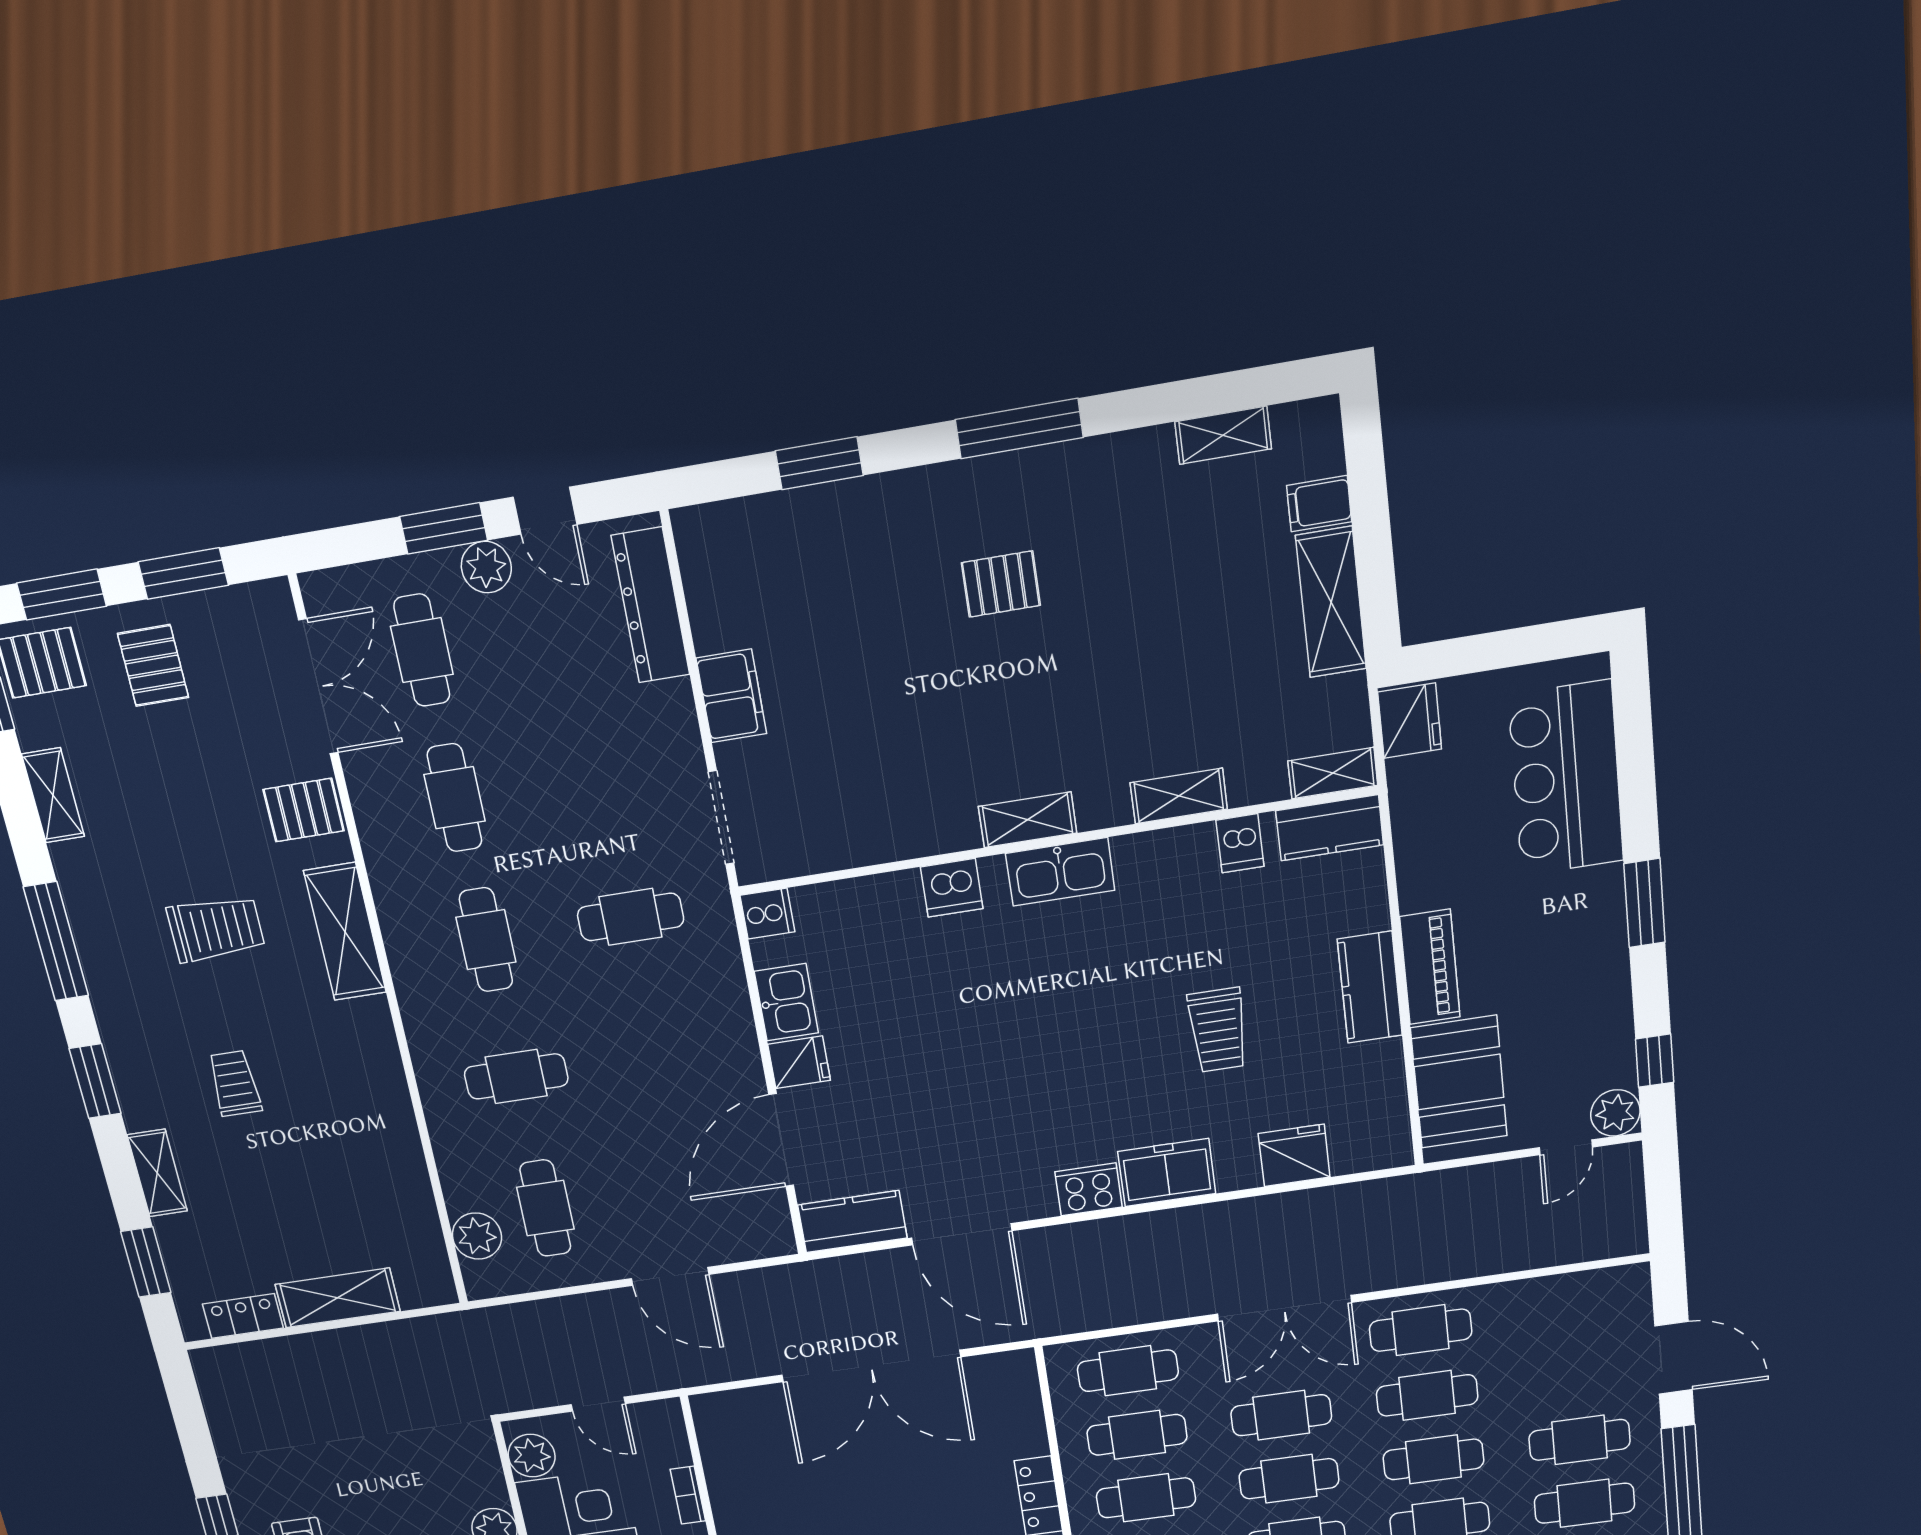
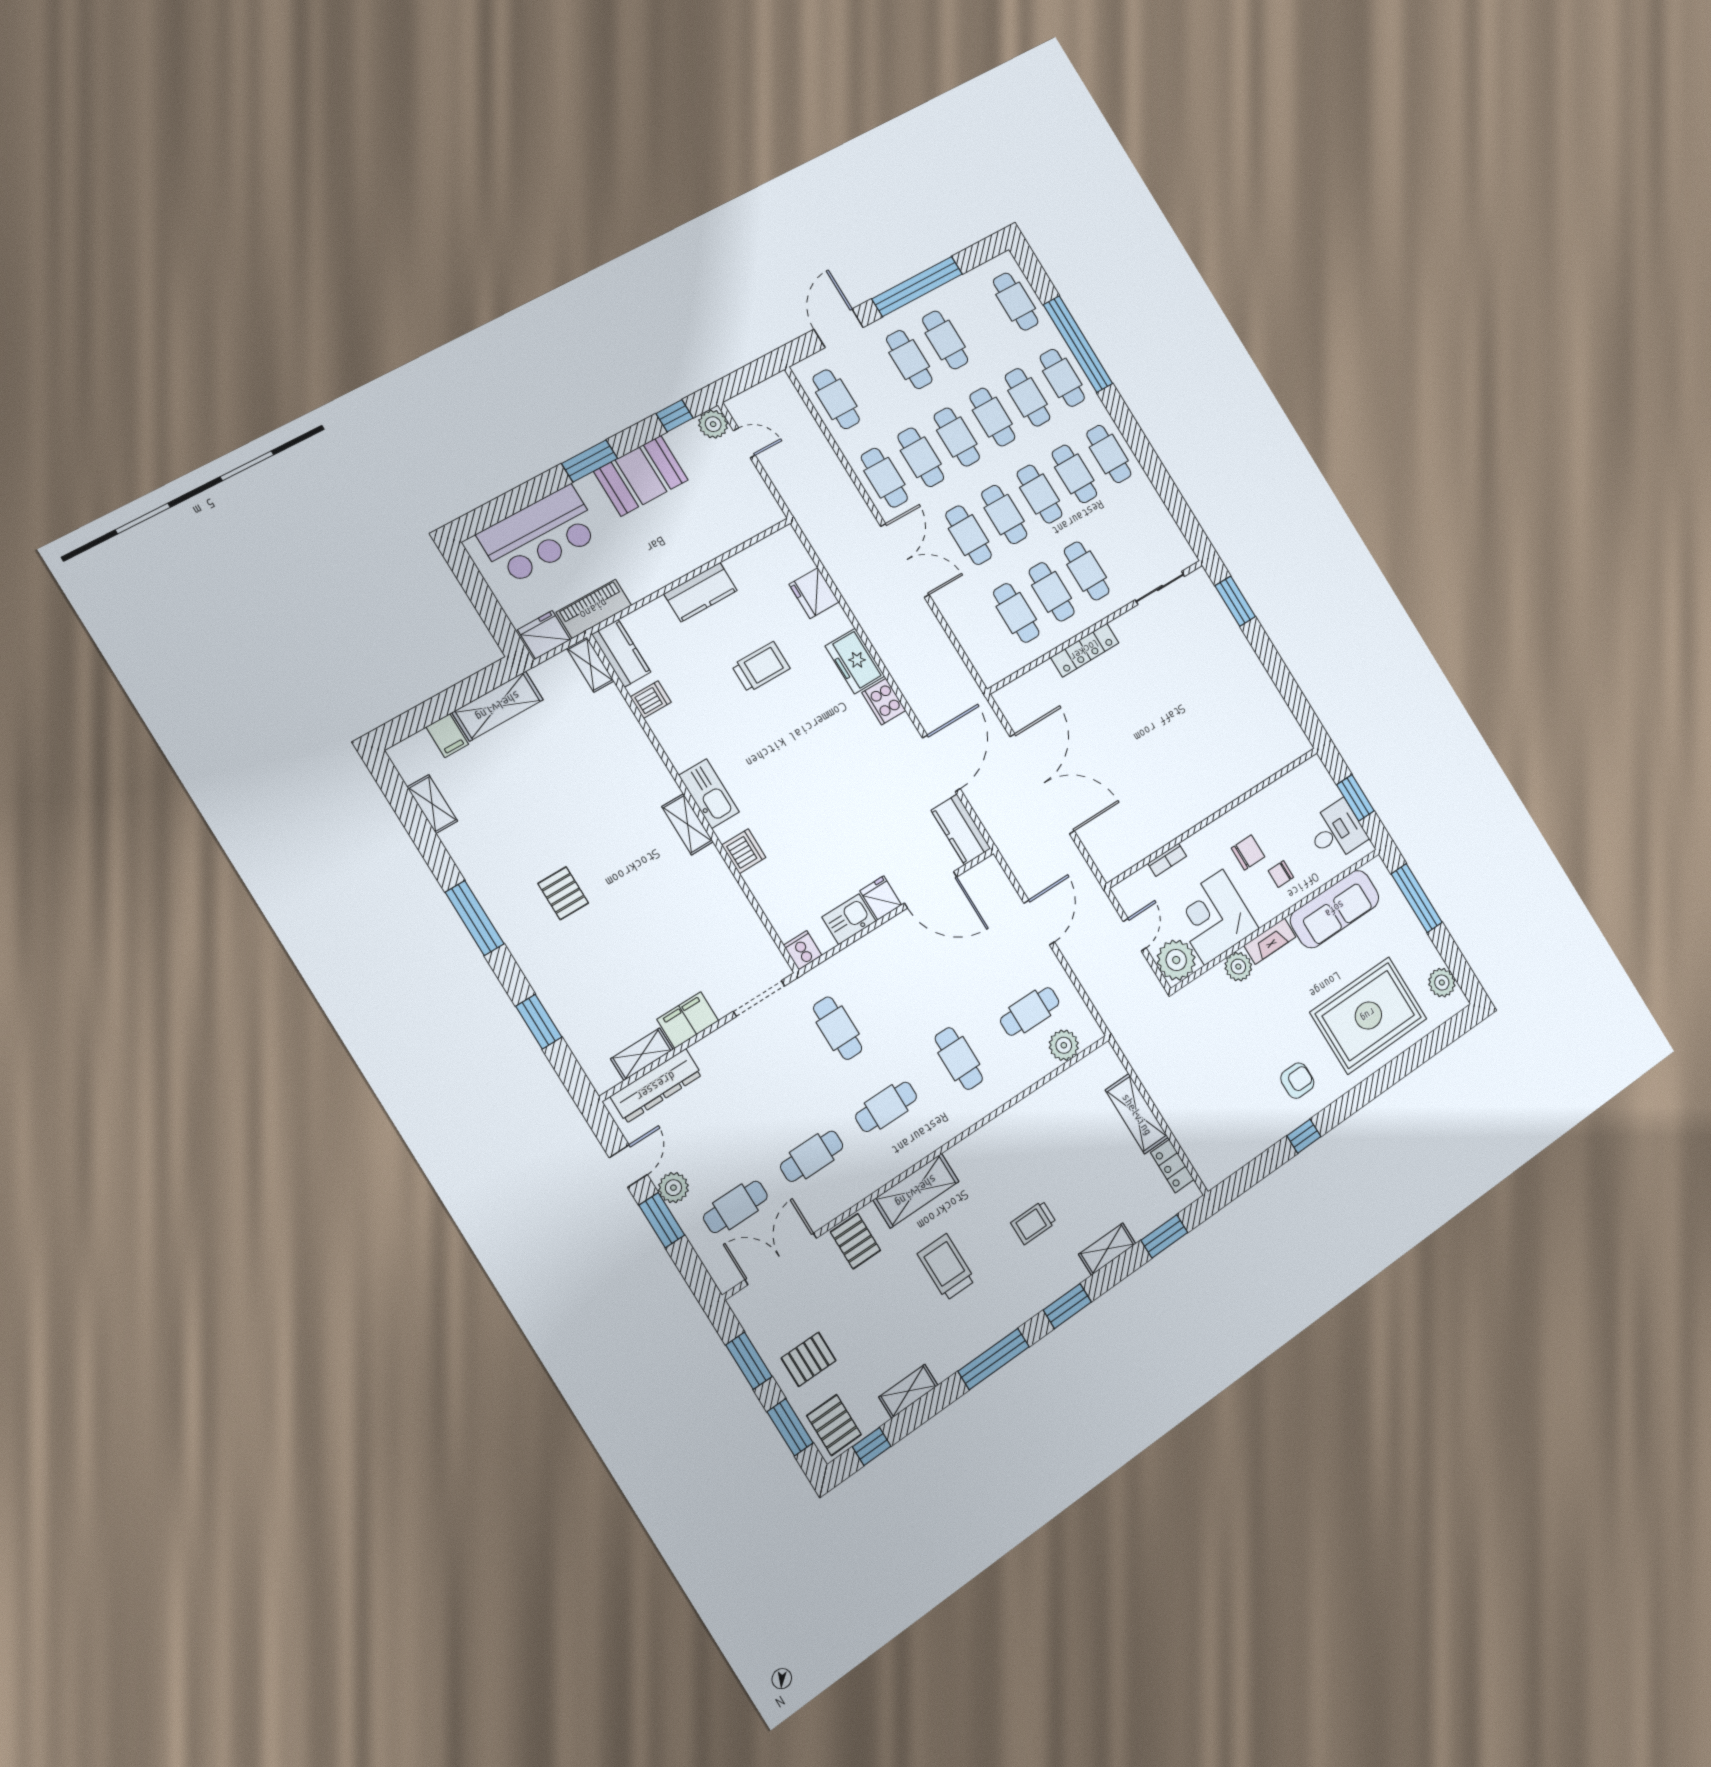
shelving: (1179, 796) -> (642, 1054), moved, turned 90
piano: (1430, 967) -> (594, 609), moved
booth: (1459, 1082) -> (641, 476), moved
cafe table: (1128, 1371) -> (836, 399), moved
plant: (532, 1456) -> (1176, 960), width x1.36, depth x1.36

